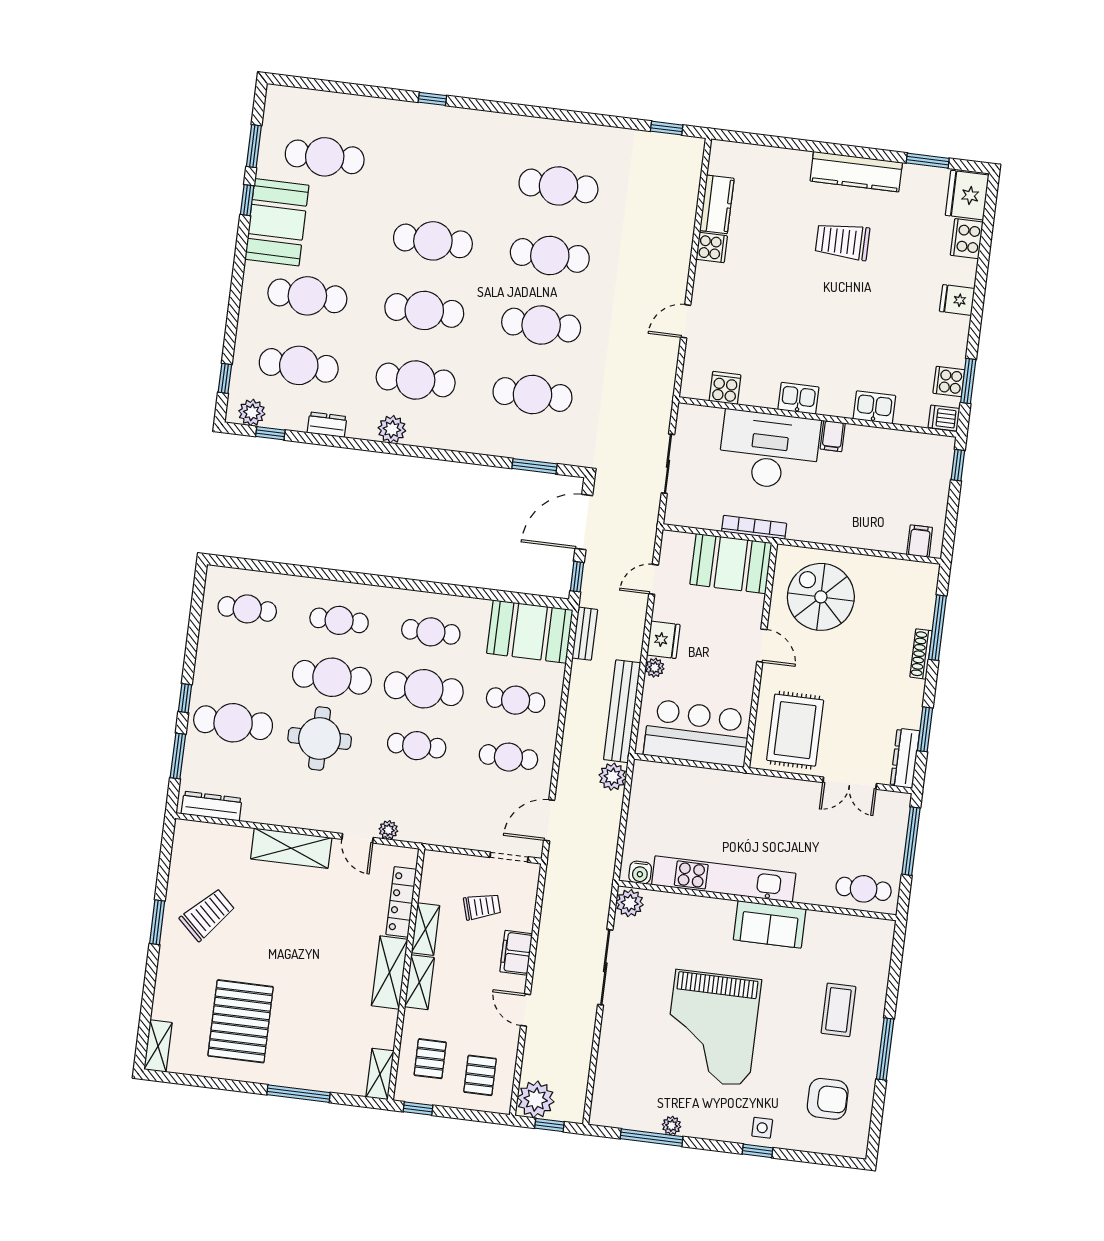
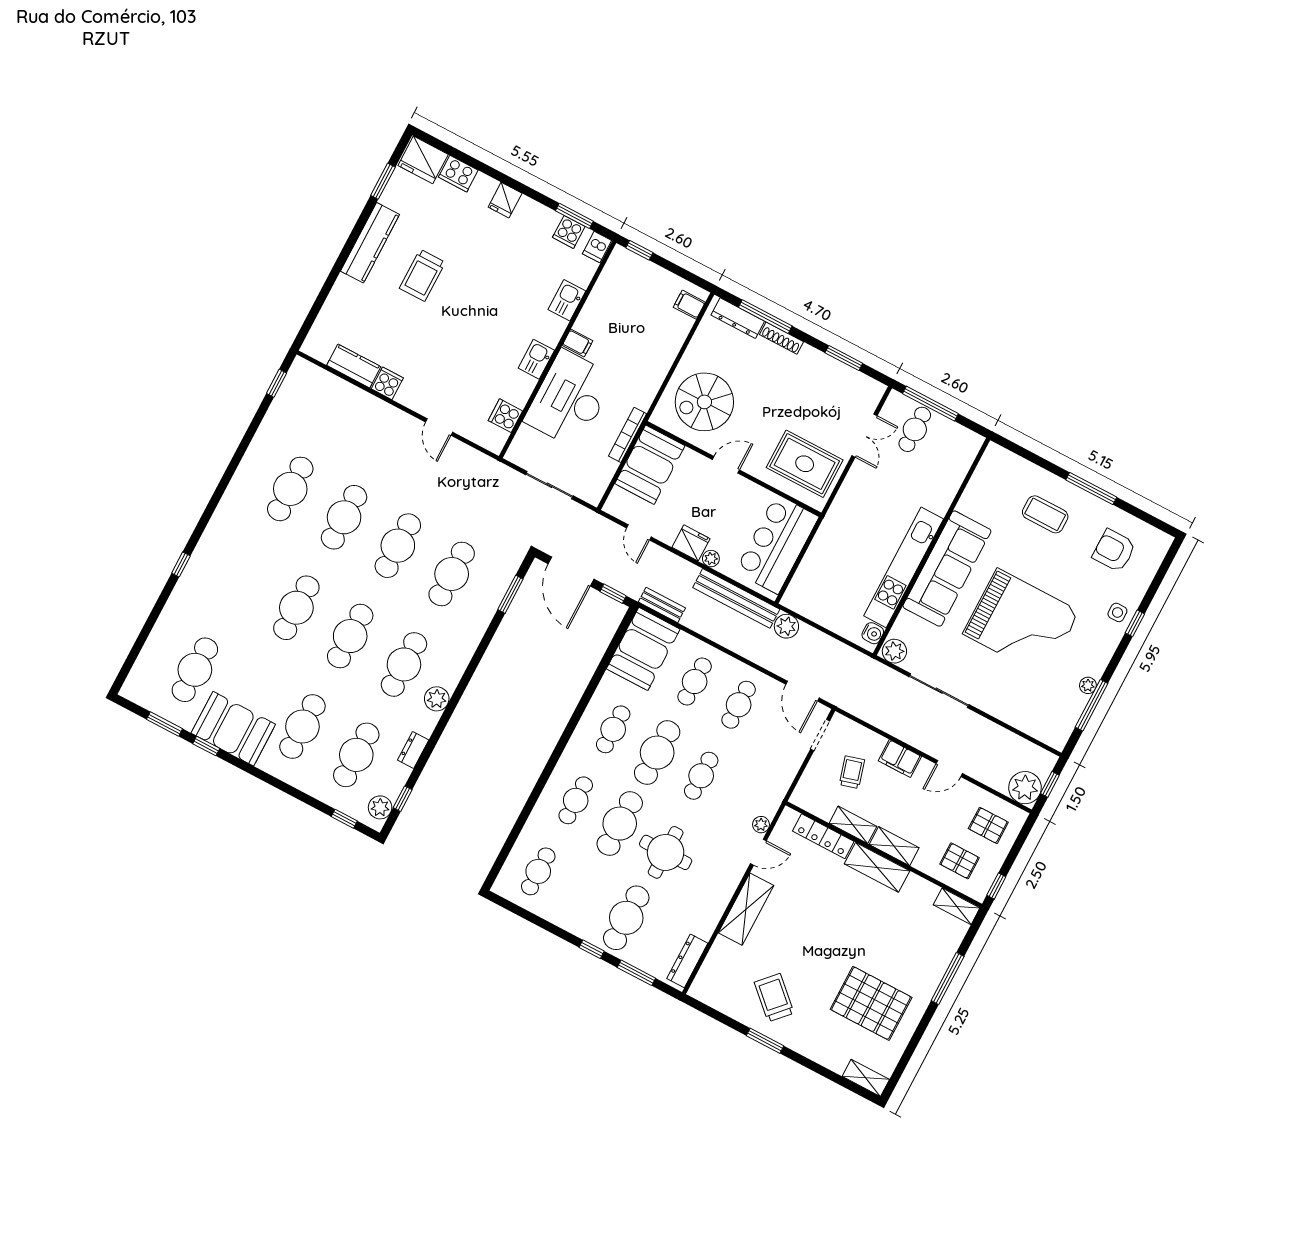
dresser: (905, 758) -> (738, 318), moved
cafe table: (864, 889) -> (915, 429), moved
sofa: (770, 924) -> (947, 569), width x1.85, depth x1.27
armchair: (828, 1099) -> (1114, 550), turned -90

